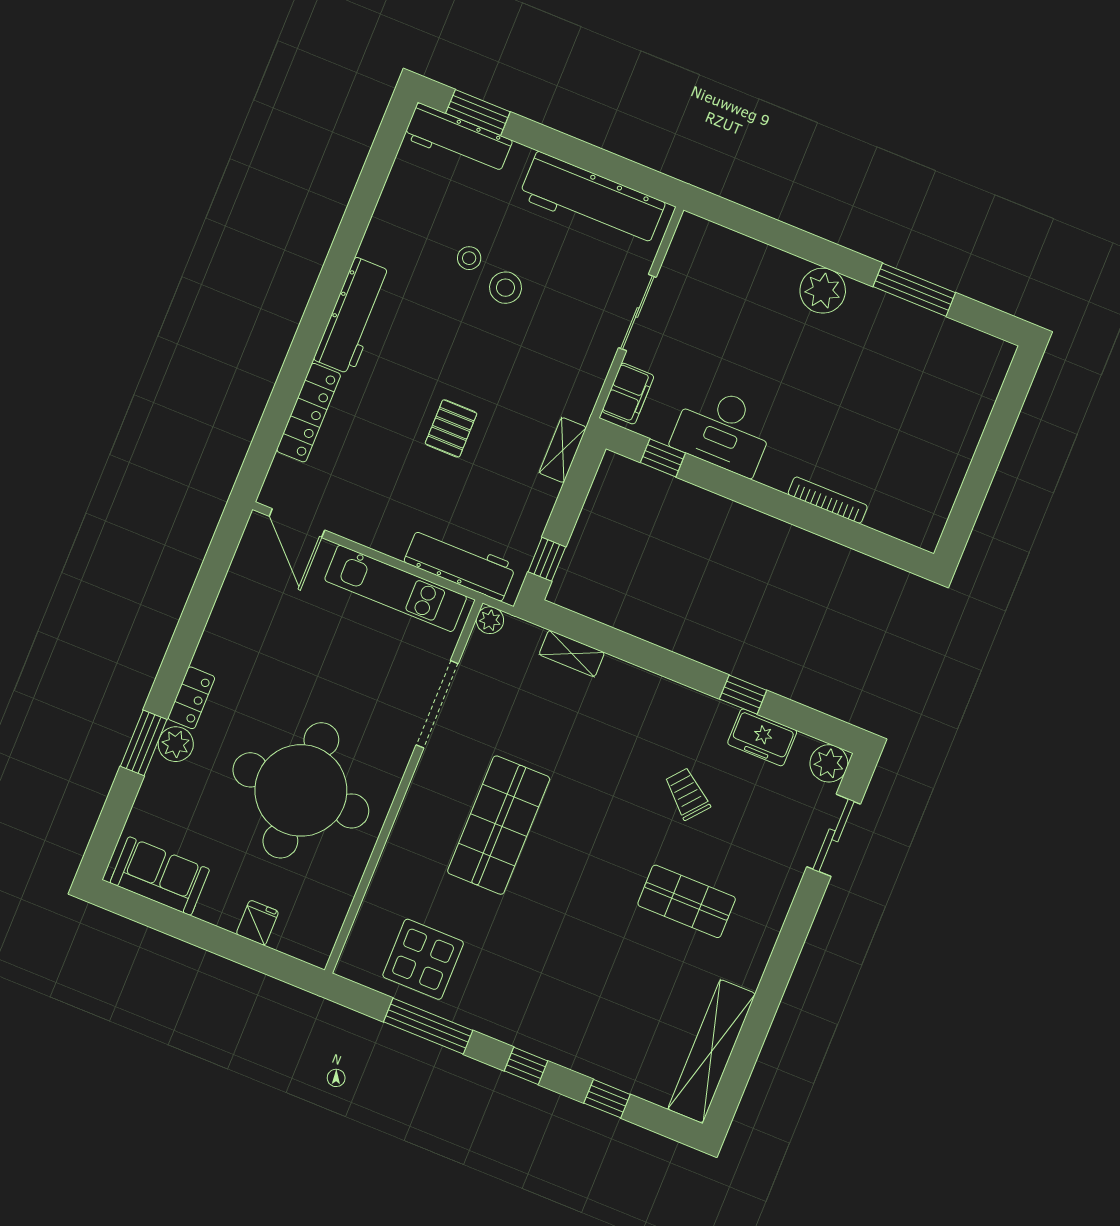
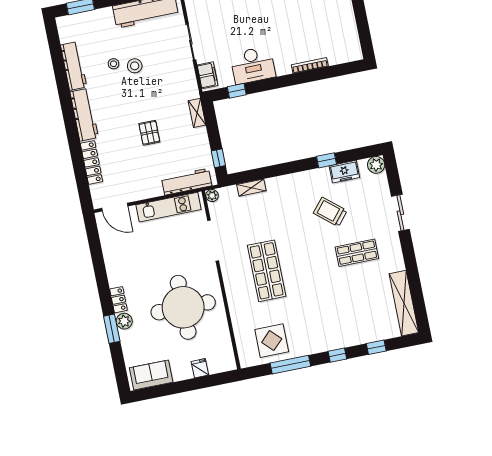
workbench: (458, 139) -> (74, 66), moved, turned -90
trolley: (687, 794) -> (330, 212), width x1.36, depth x1.39
sliding door: (834, 835) -> (400, 213), moved

